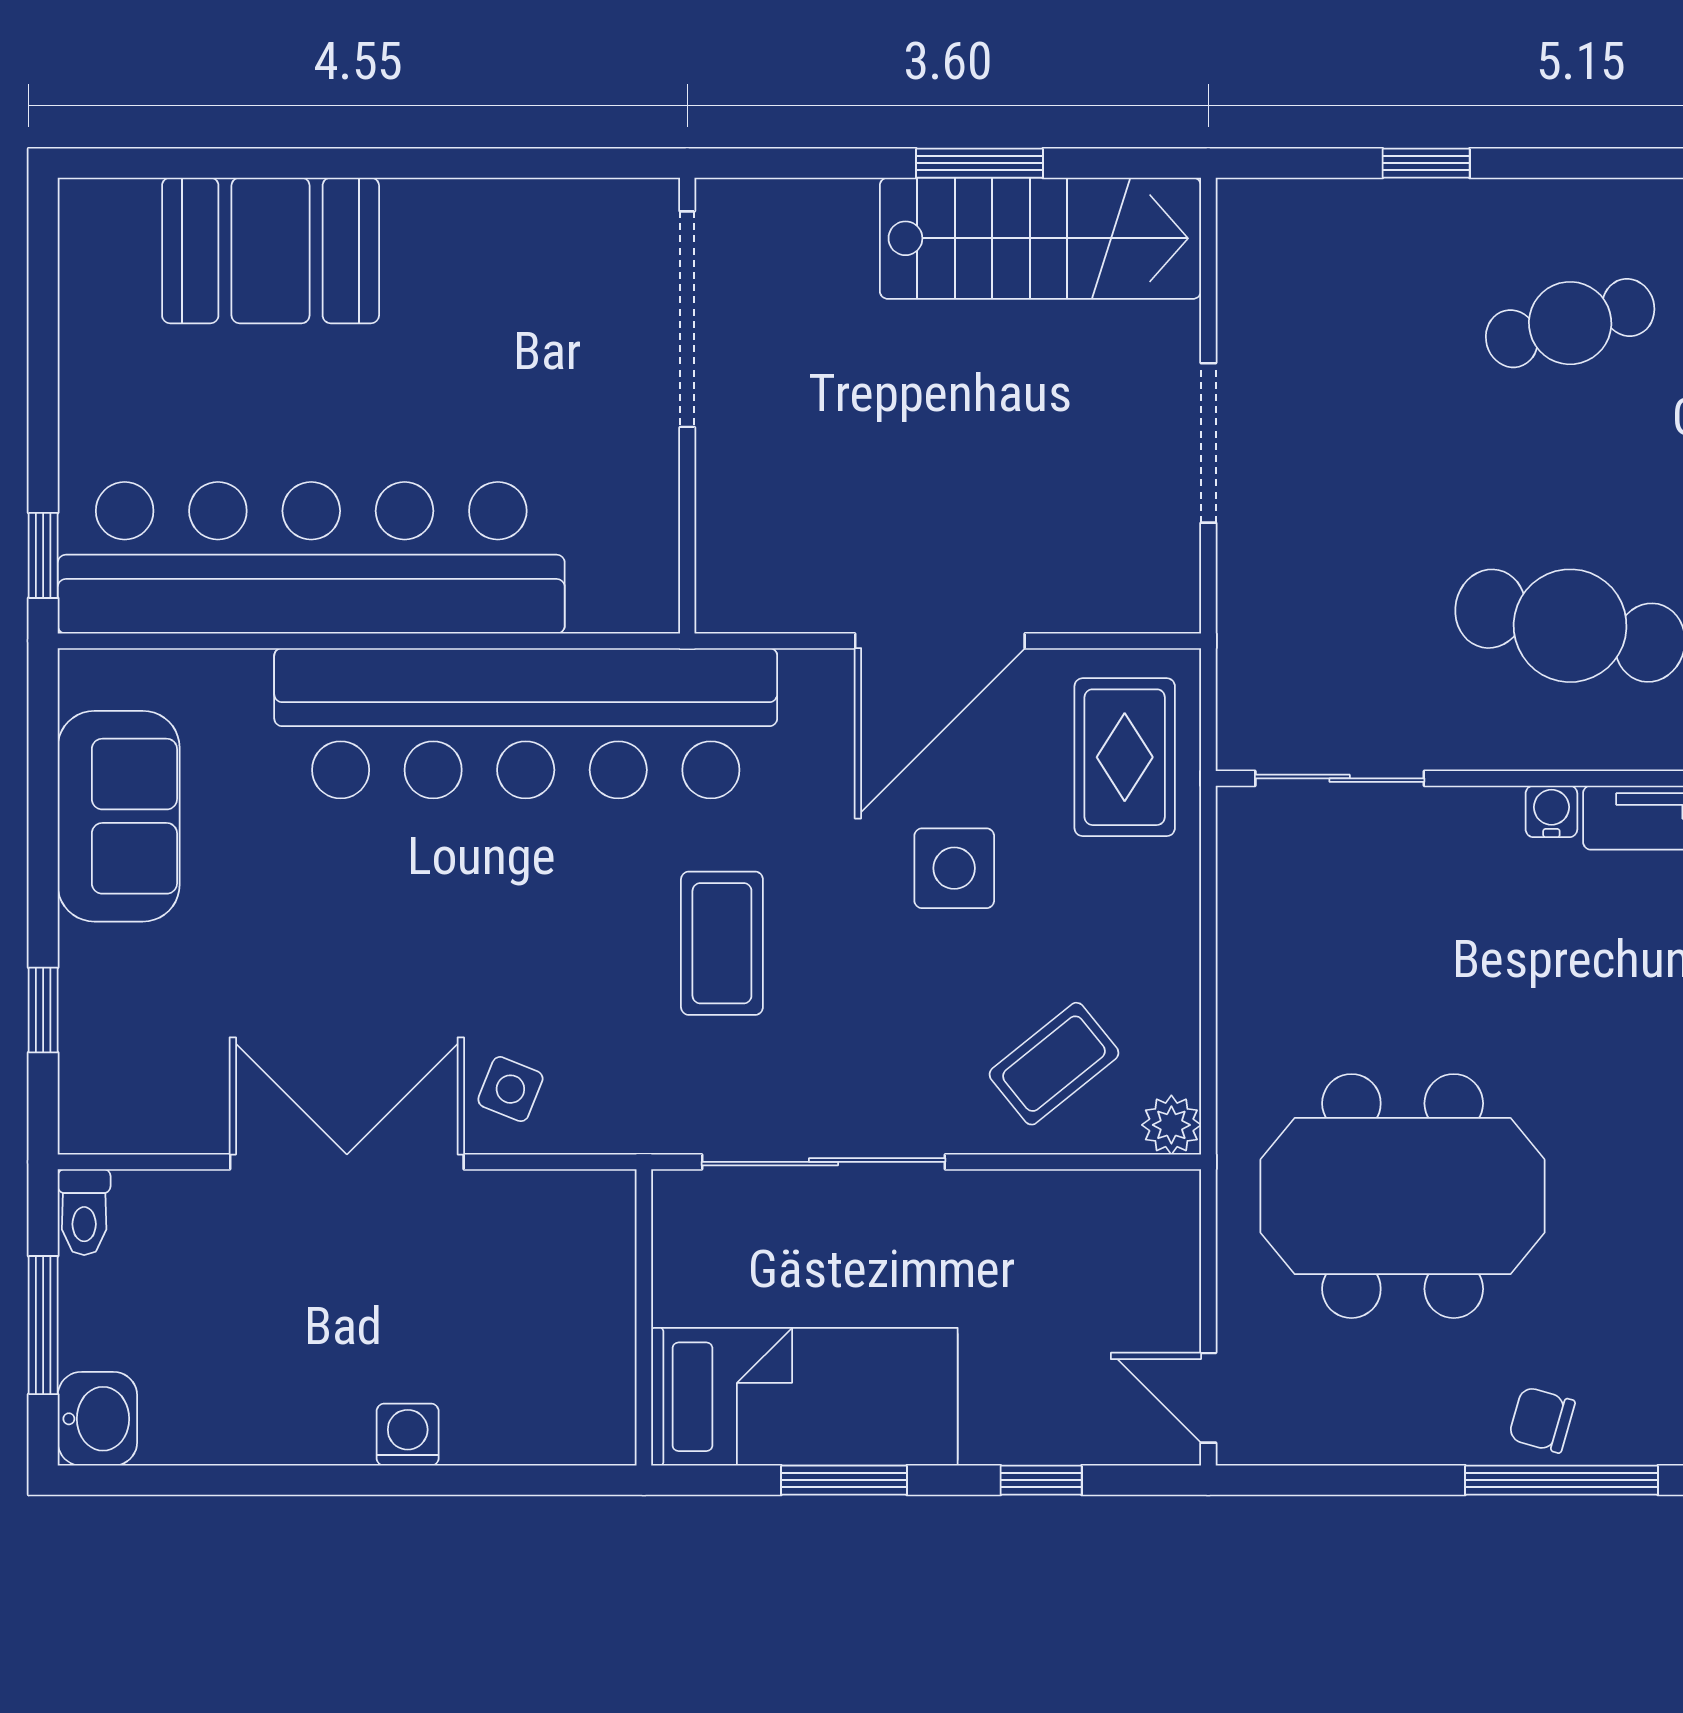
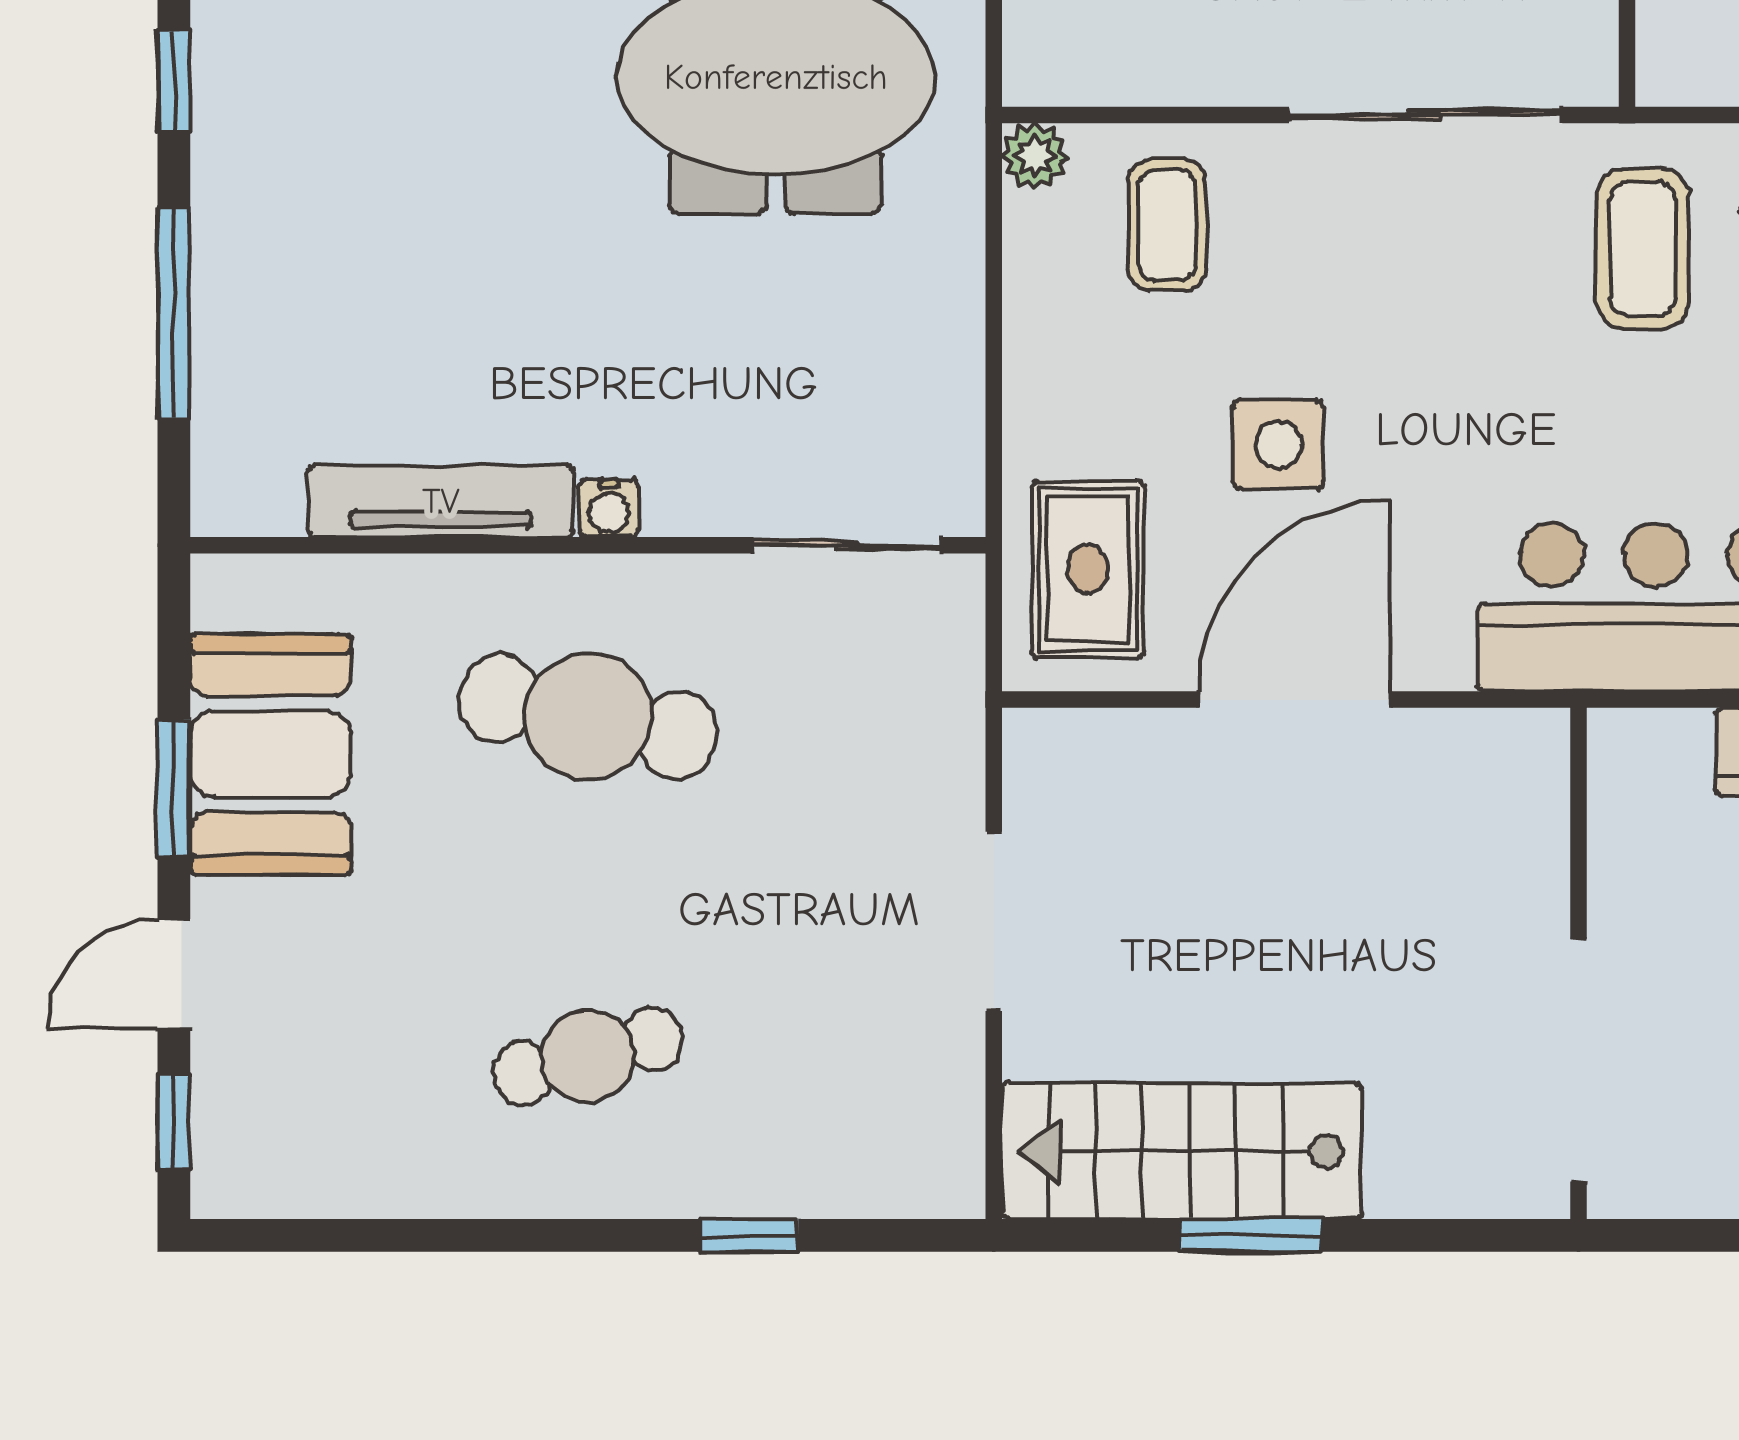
coffee table: (722, 943) -> (1643, 249), moved
coffee table: (1054, 1064) -> (1167, 225), turned -51

